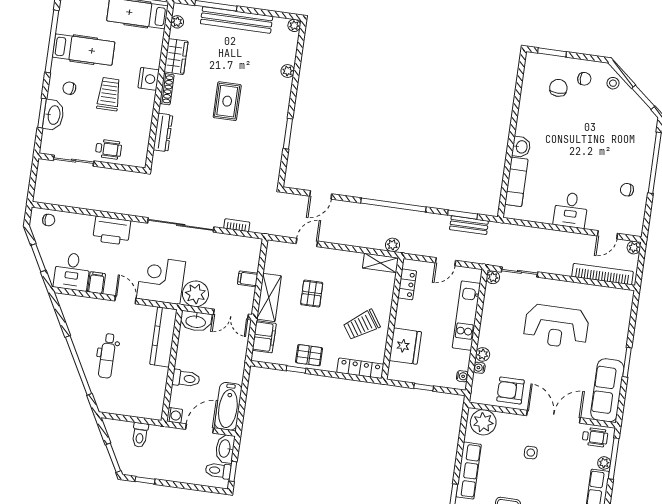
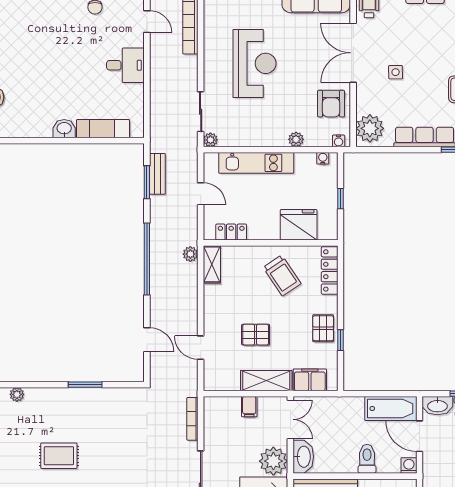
bookcase: (237, 225) -> (192, 419), width x1.56
water cooler: (479, 368) -> (339, 141), moved

